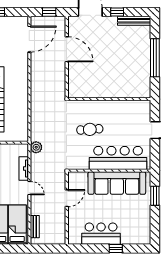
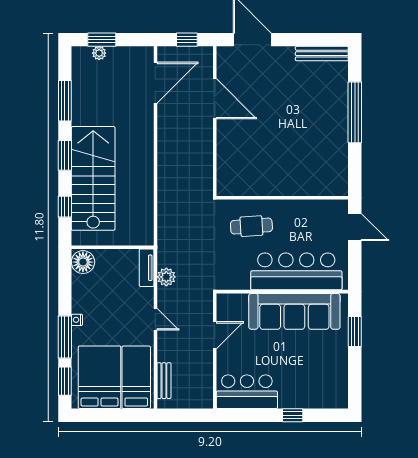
window: (117, 12) -> (295, 40), removed
wall: (109, 99) -> (282, 198), moved
plant: (36, 147) -> (166, 277), moved
tv unit: (24, 169) -> (147, 268), moved
bar counter: (101, 234) -> (247, 392), moved

